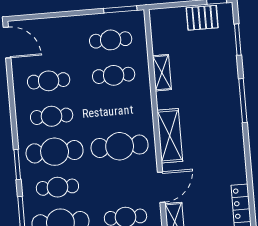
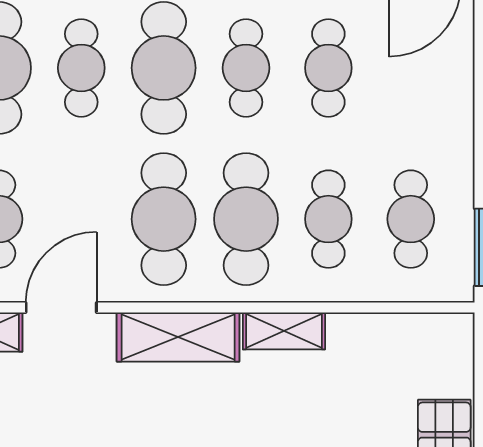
shelving: (162, 73) -> (284, 331), moved
cafe table: (117, 111) -> (246, 219), added
door: (161, 187) -> (61, 308), swing flipped

